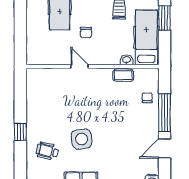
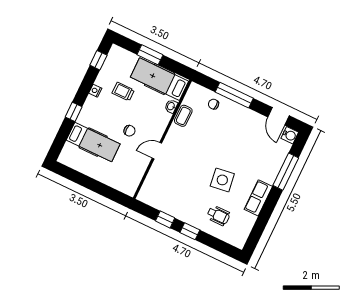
window: (20, 104) -> (165, 219), added
door: (164, 148) -> (279, 116), moved
wheelchair: (47, 151) -> (218, 216), turned -103

